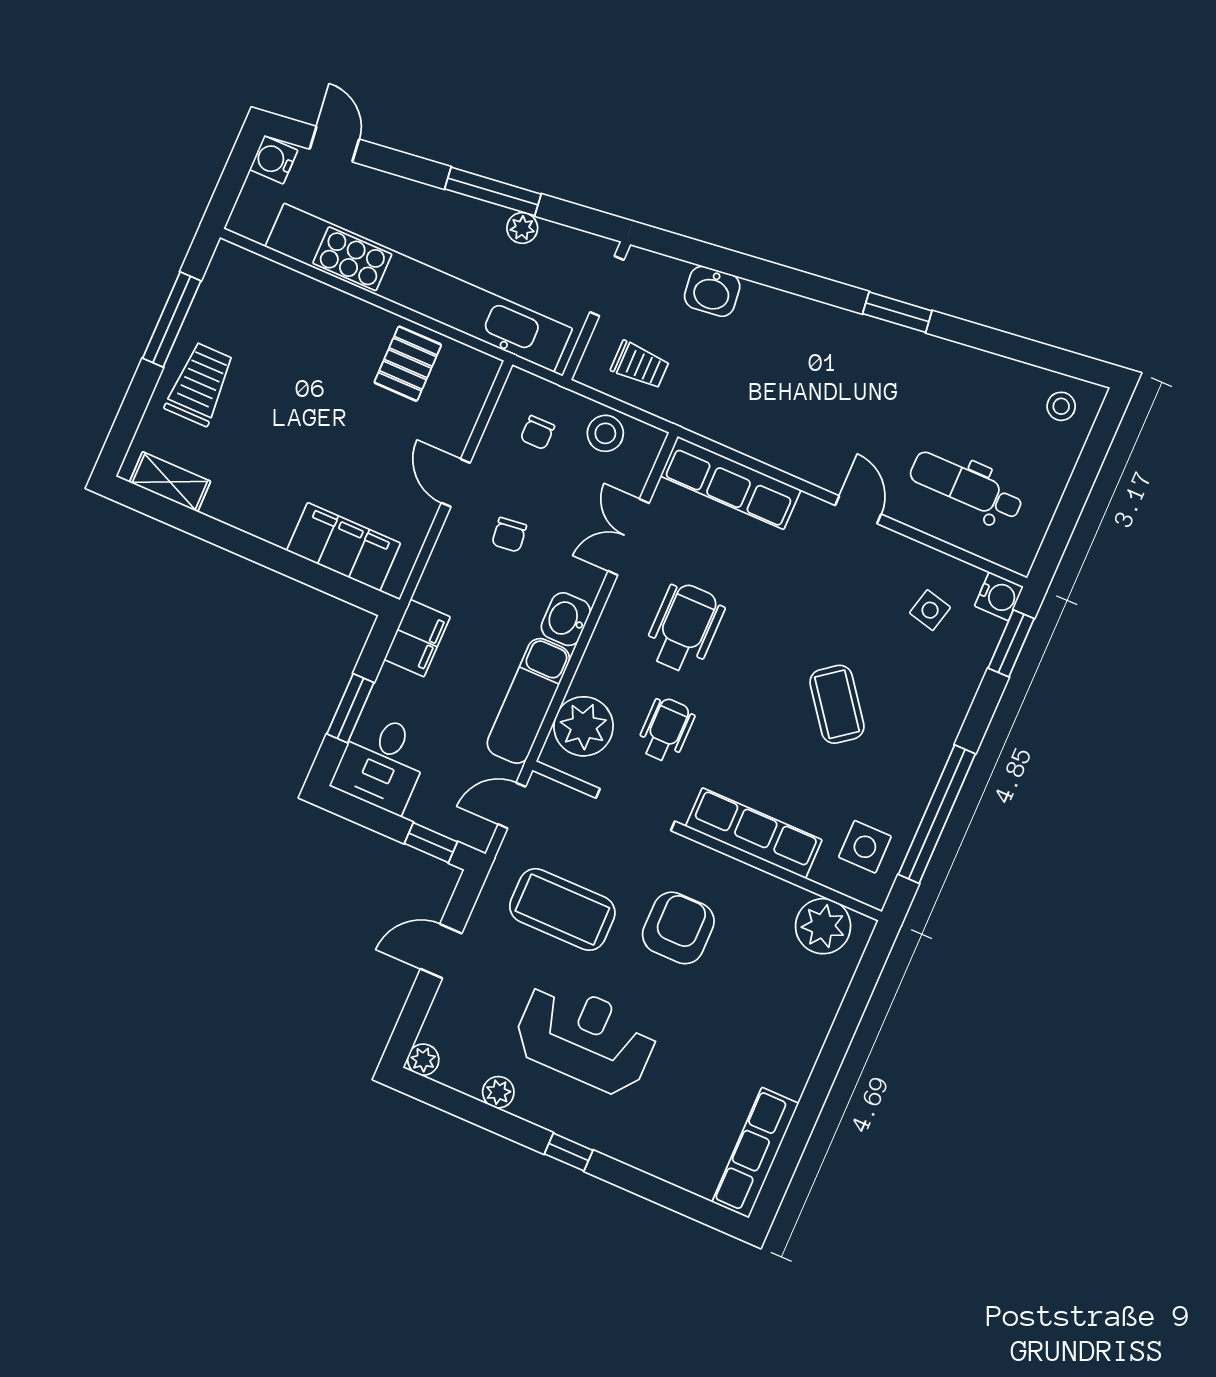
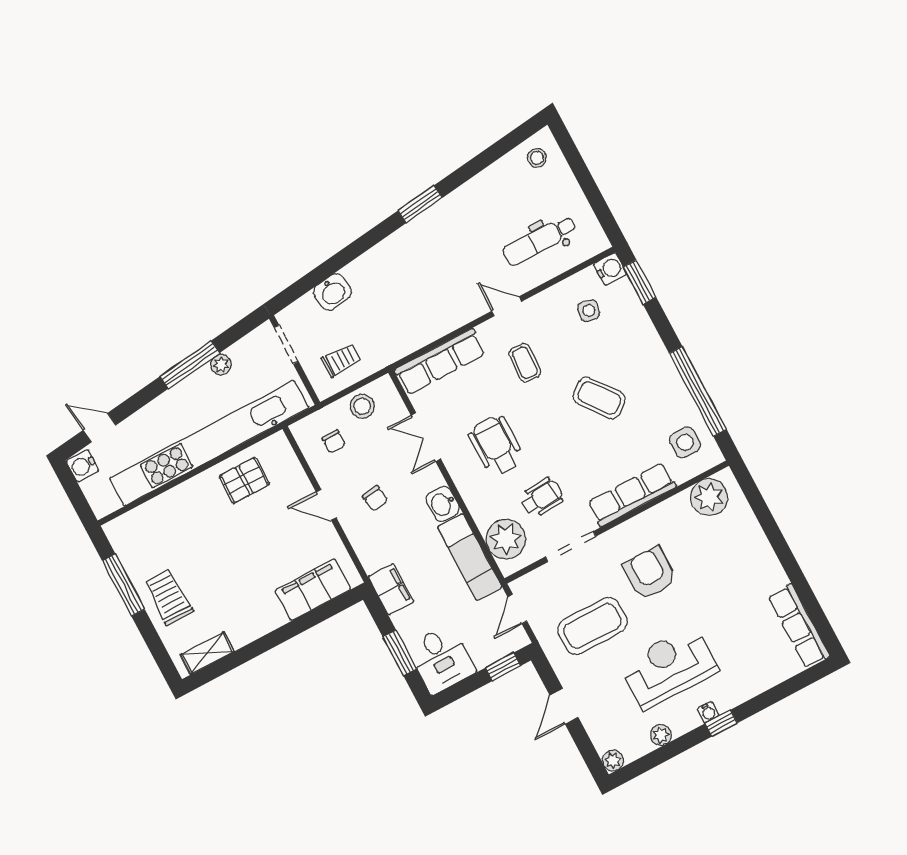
pallet: (408, 364) -> (244, 480), turned 90
coffee table: (809, 584) -> (525, 363), added
wheelchair: (666, 730) -> (542, 498), turned 86
water cooler: (569, 1126) -> (708, 712), added

